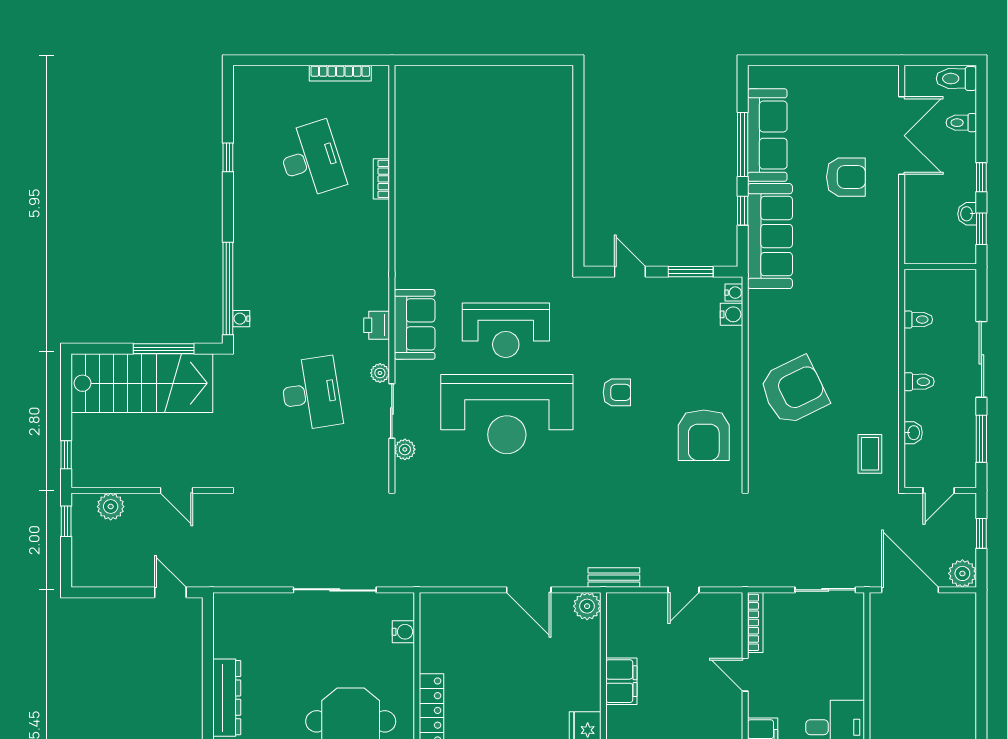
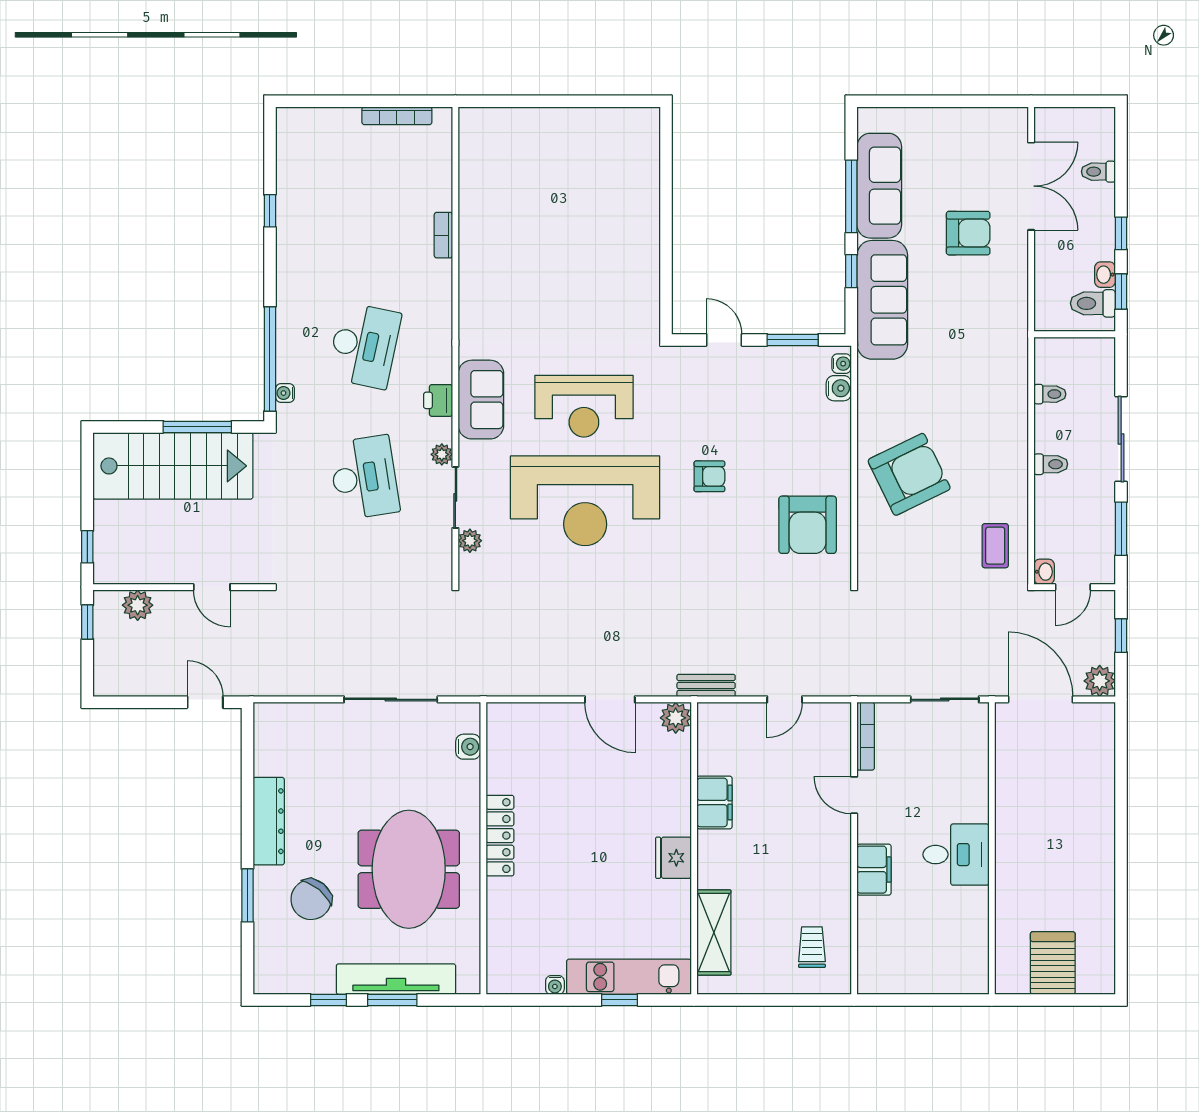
toilet: (956, 79) -> (1093, 303), moved
desk: (311, 160) -> (364, 346), moved, turned 30
washbasin: (913, 433) -> (1044, 572), moved

